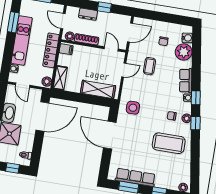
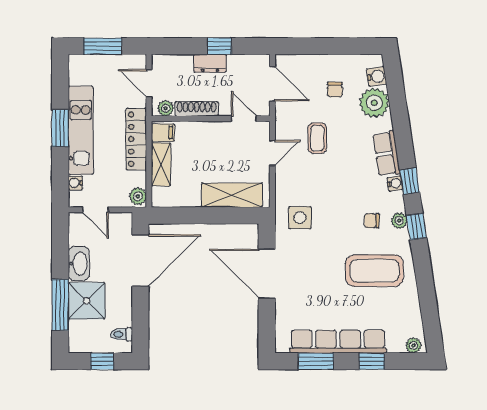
dresser: (88, 14) -> (210, 63), moved
window: (13, 22) -> (60, 128), moved
door: (130, 33) -> (272, 84), hinge flipped
shelving: (60, 78) -> (161, 164), moved
row of seats: (135, 177) -> (338, 342), width x1.36

